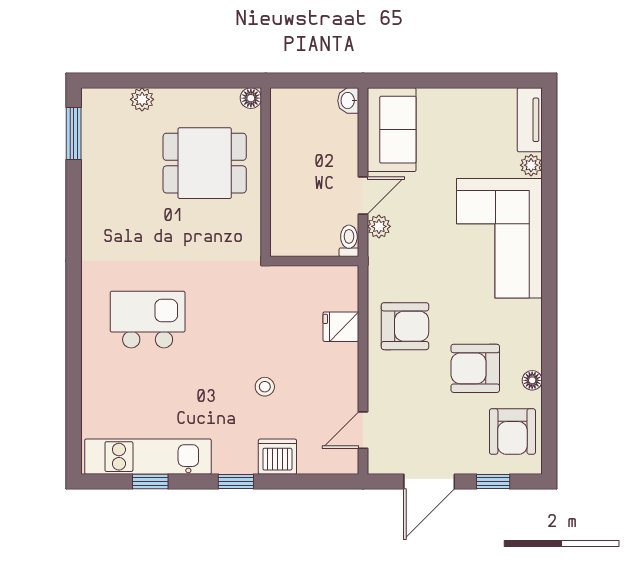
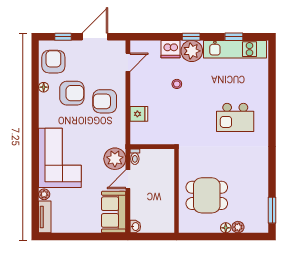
floor lamp: (251, 98) -> (226, 228), moved
plant: (379, 226) -> (115, 159), width x1.87, depth x1.87
armchair: (405, 326) -> (105, 101), moved
plant: (235, 453) -> (192, 51), added

